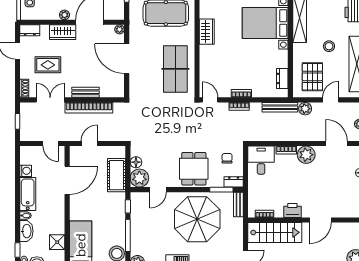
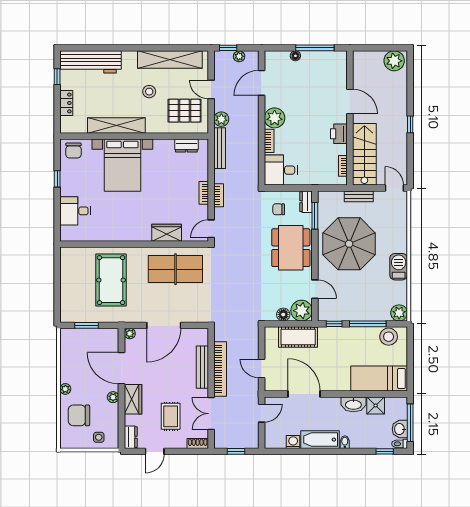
wardrobe: (207, 32) -> (167, 233), moved
bench: (85, 92) -> (202, 367), width x1.36
dining table: (194, 169) -> (291, 248), width x1.38
bench: (238, 205) -> (359, 196), moved
washbasin: (26, 231) -> (353, 404), moved, turned 180

